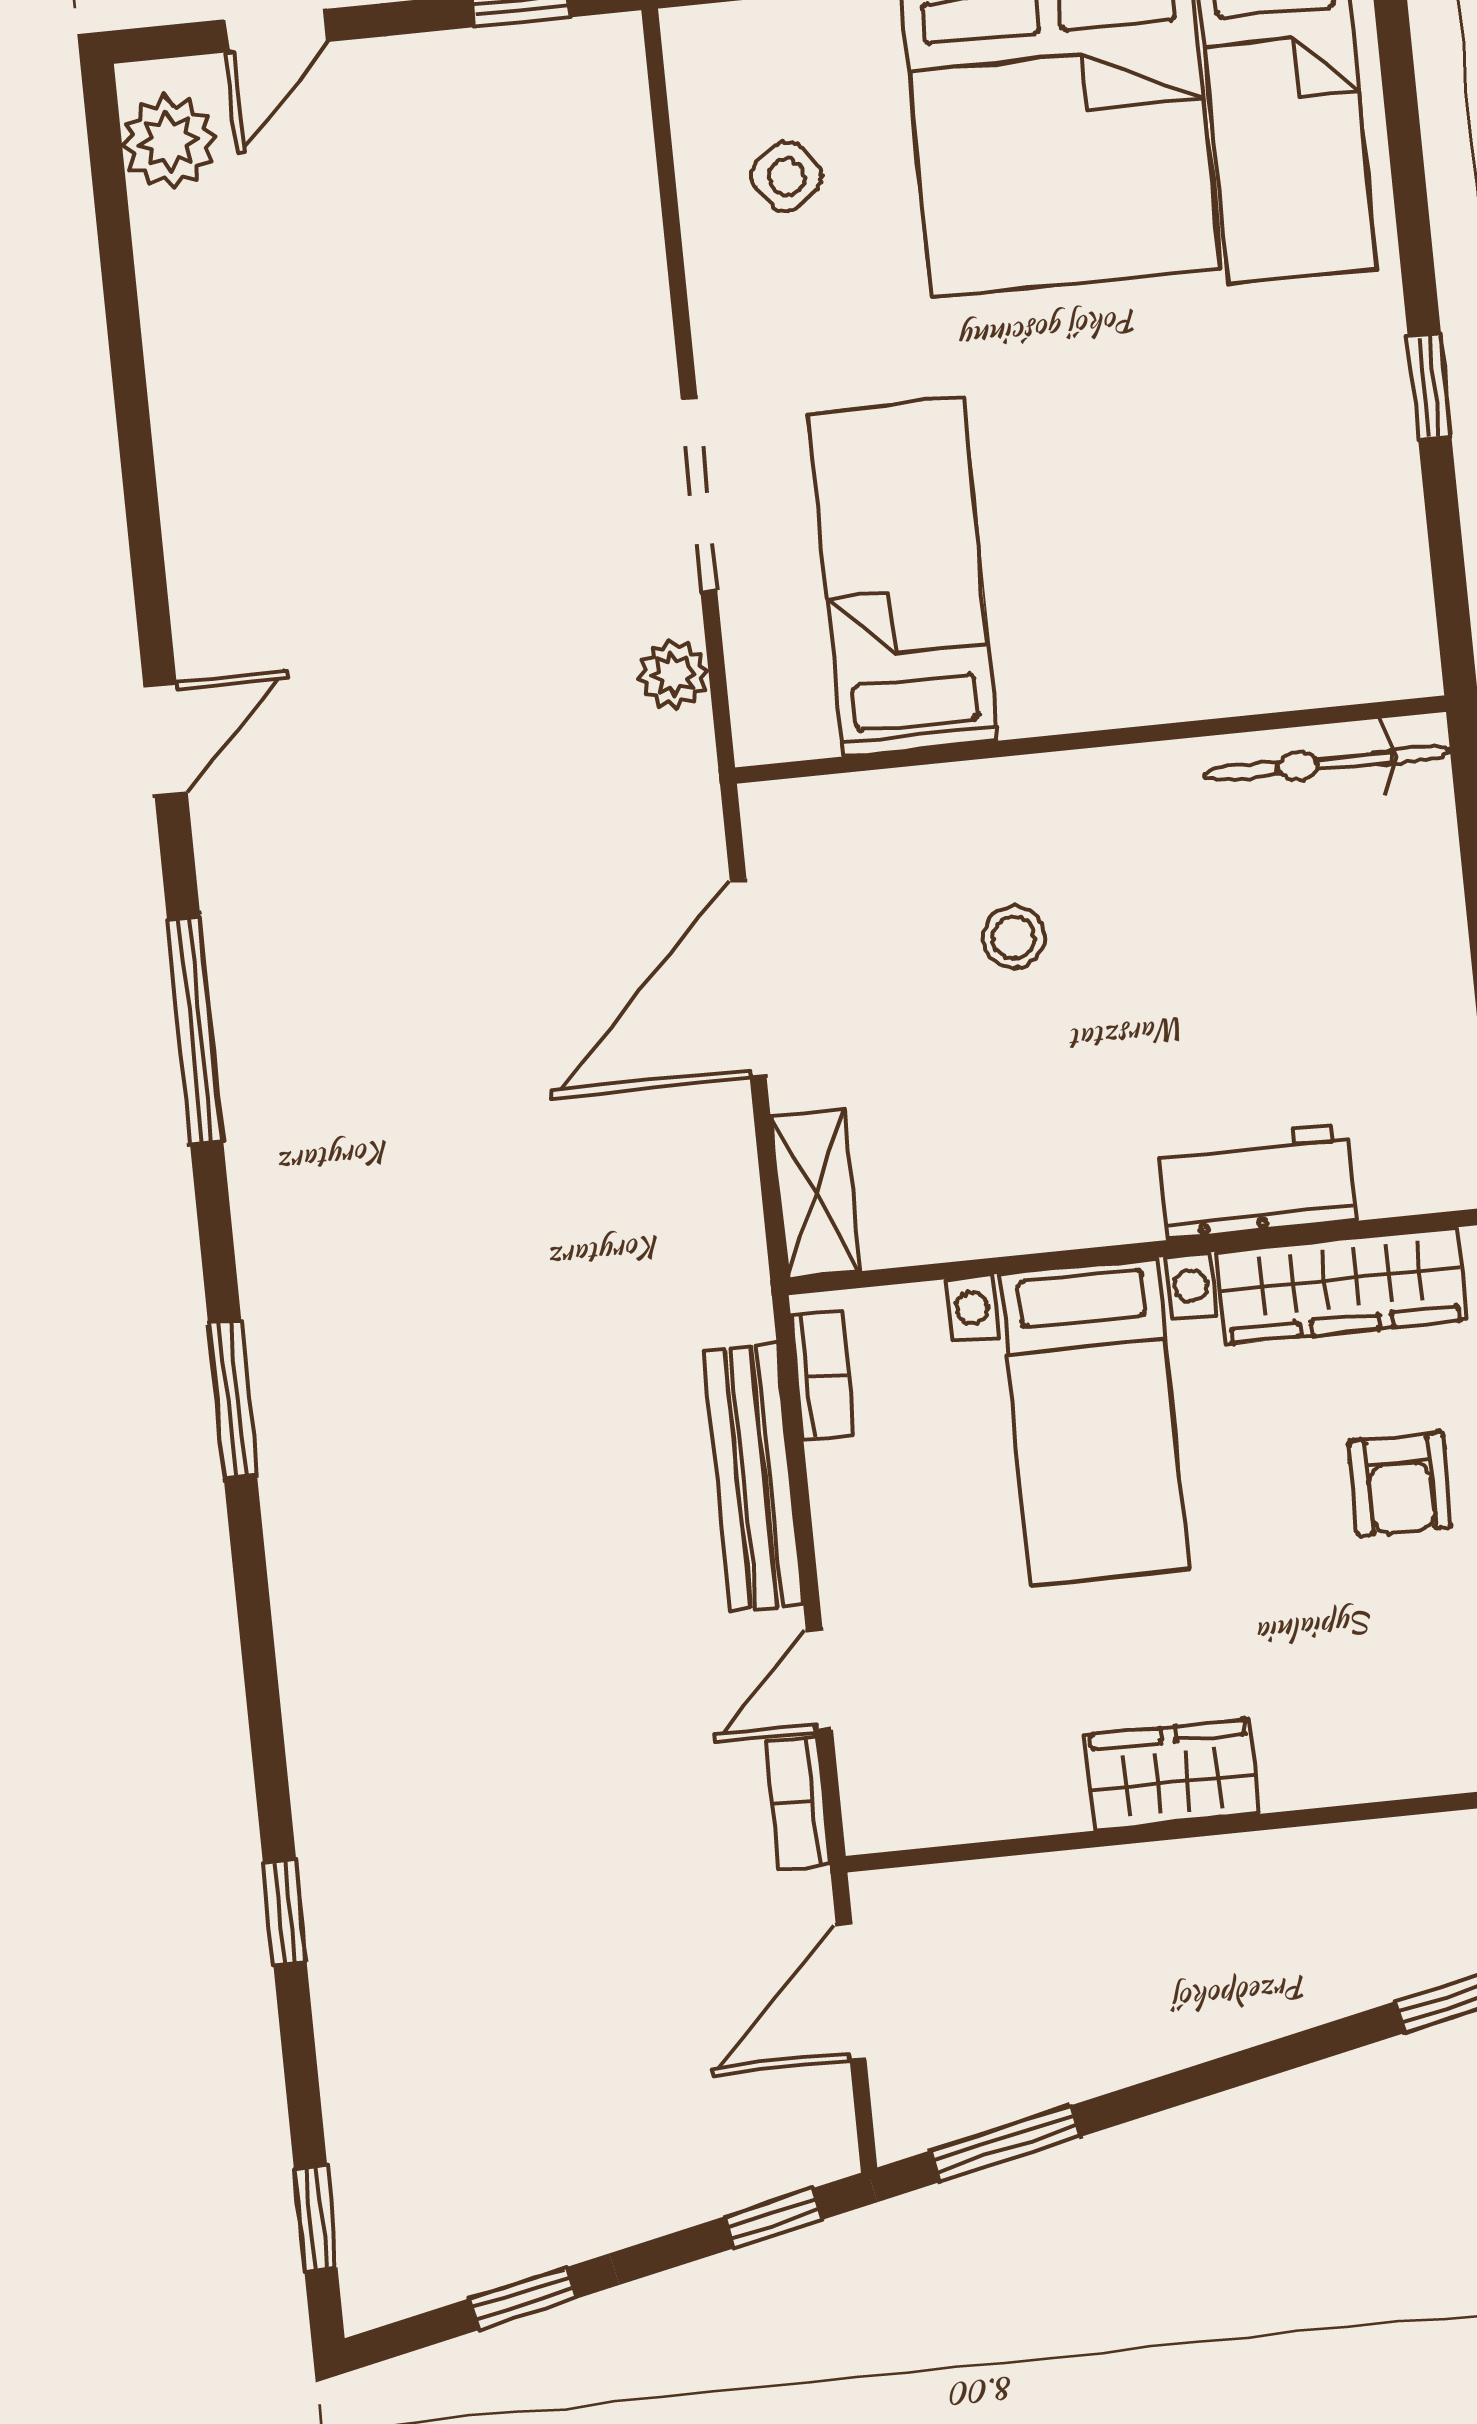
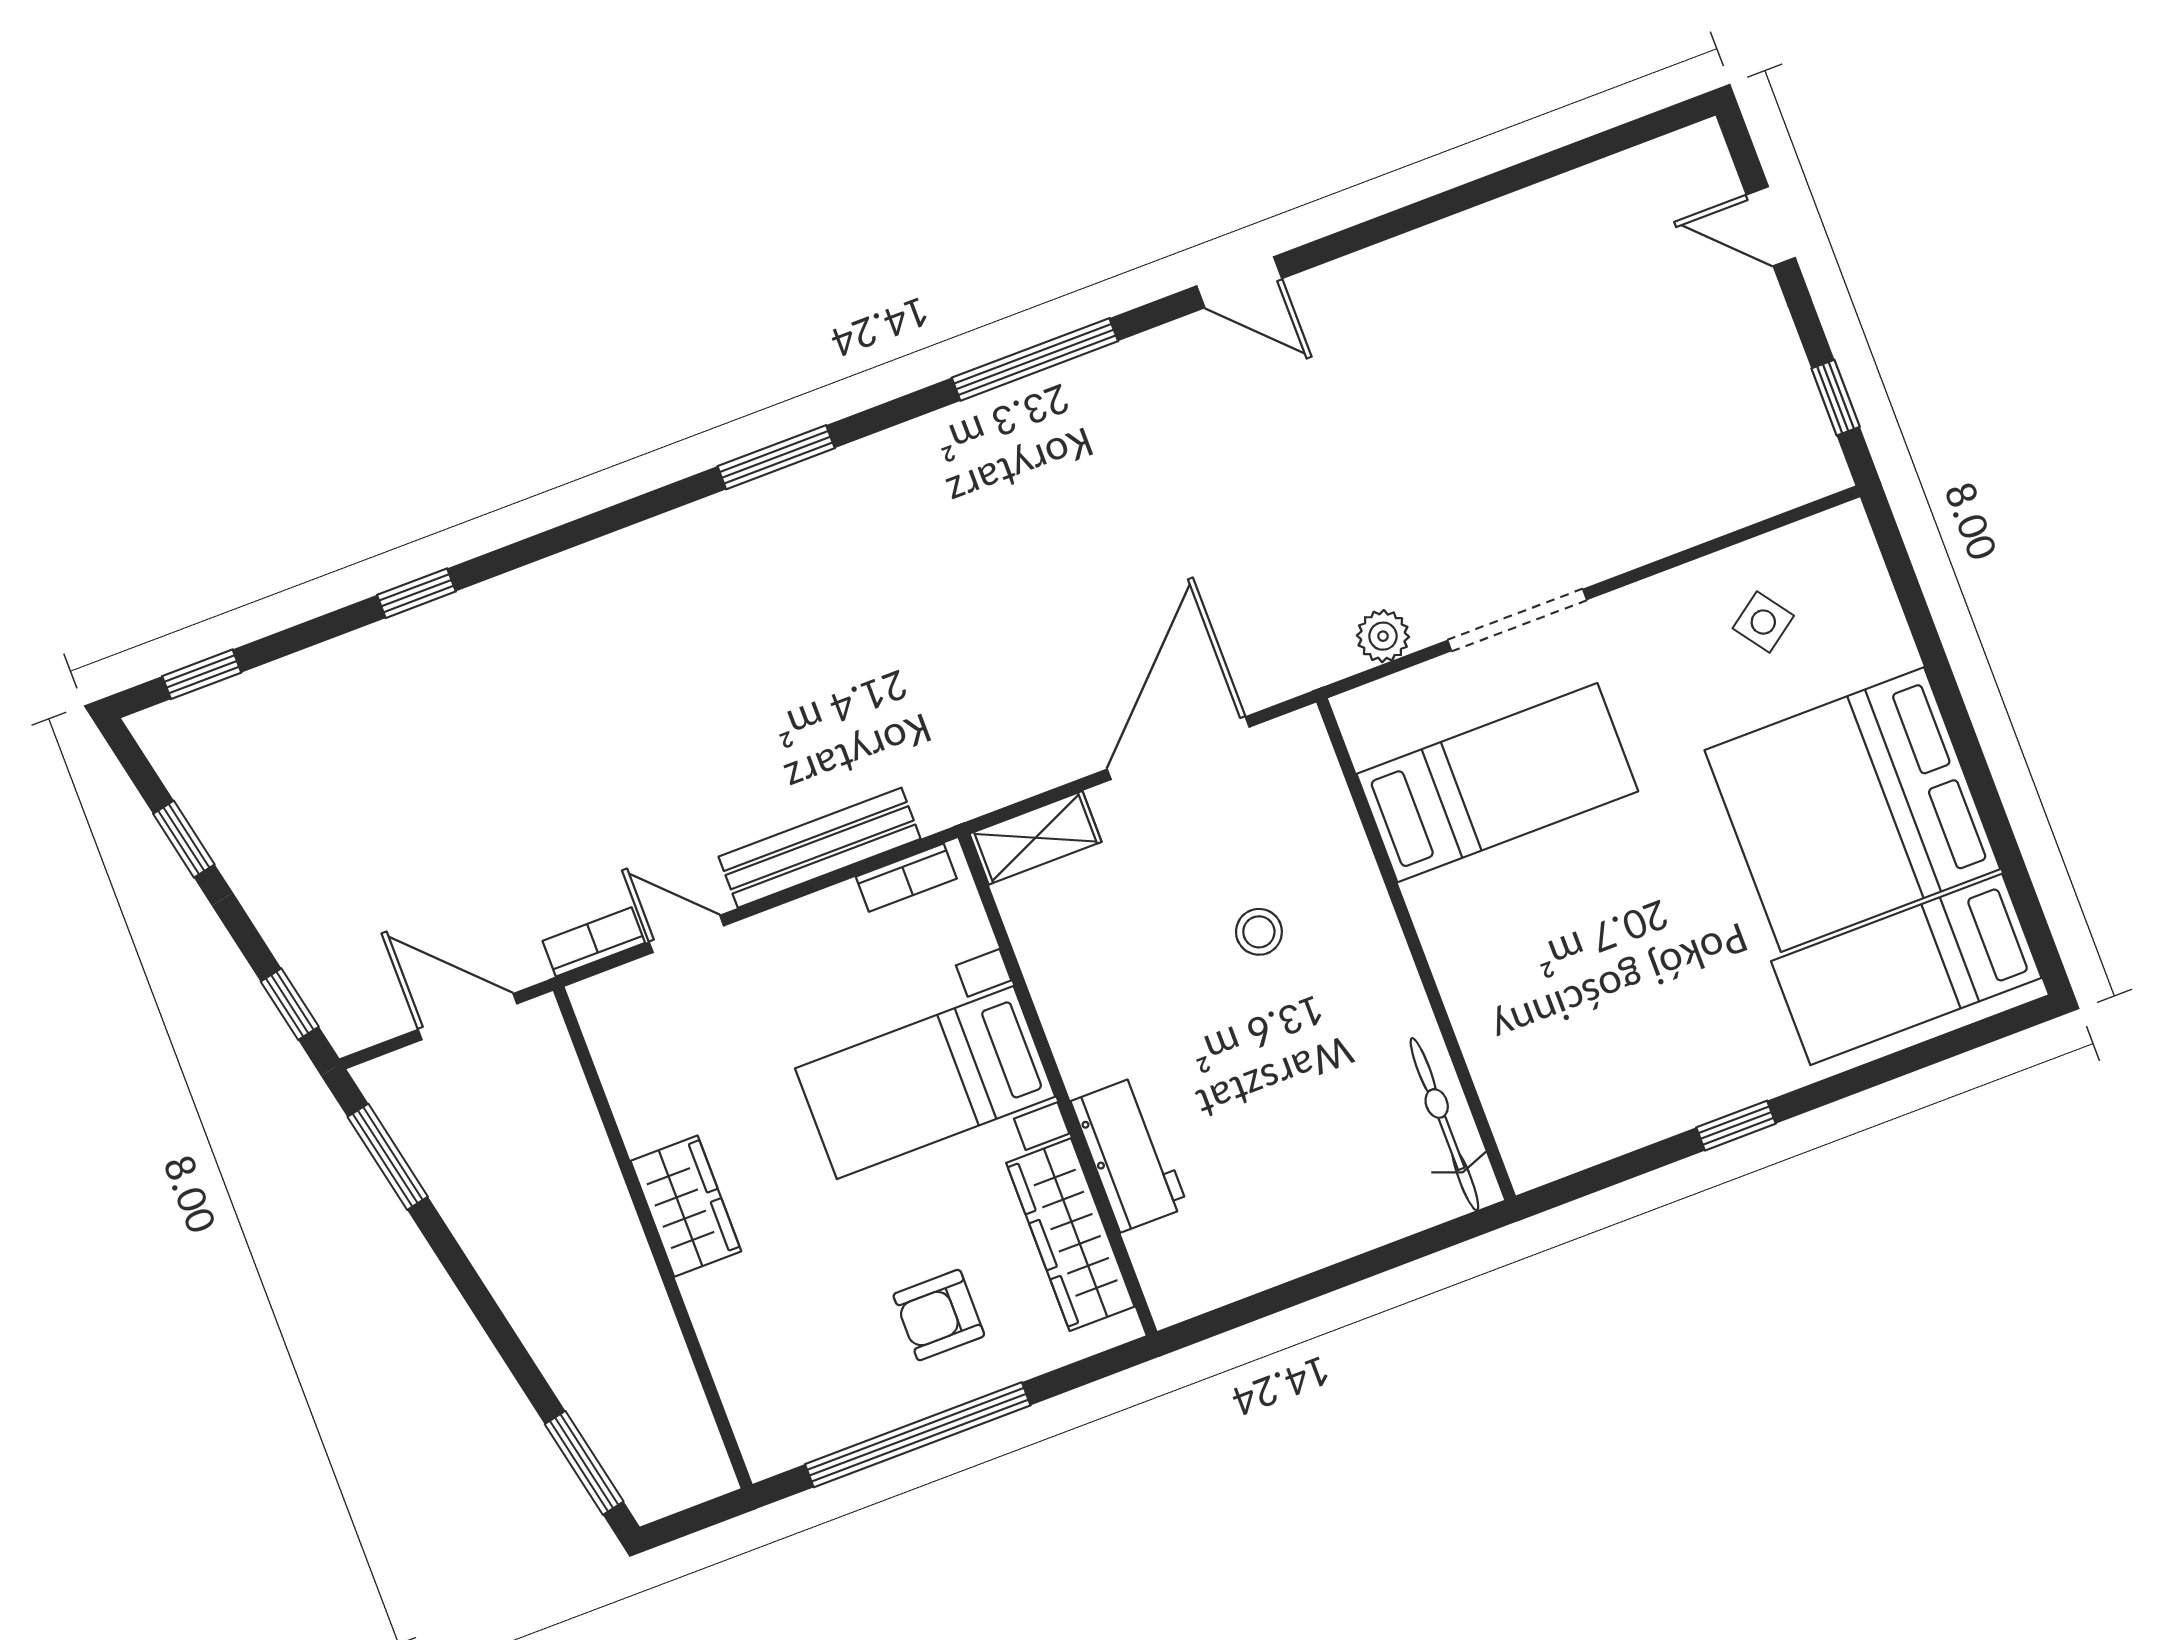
plant: (169, 142) -> (1670, 171), removed
door: (748, 978) -> (1178, 748), hinge flipped

